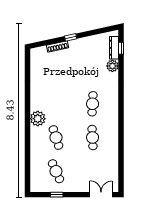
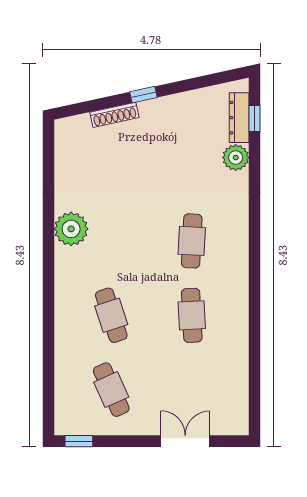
plant: (38, 119) -> (71, 229), moved
window: (57, 195) -> (79, 441), moved
double door: (101, 195) -> (185, 441), moved

